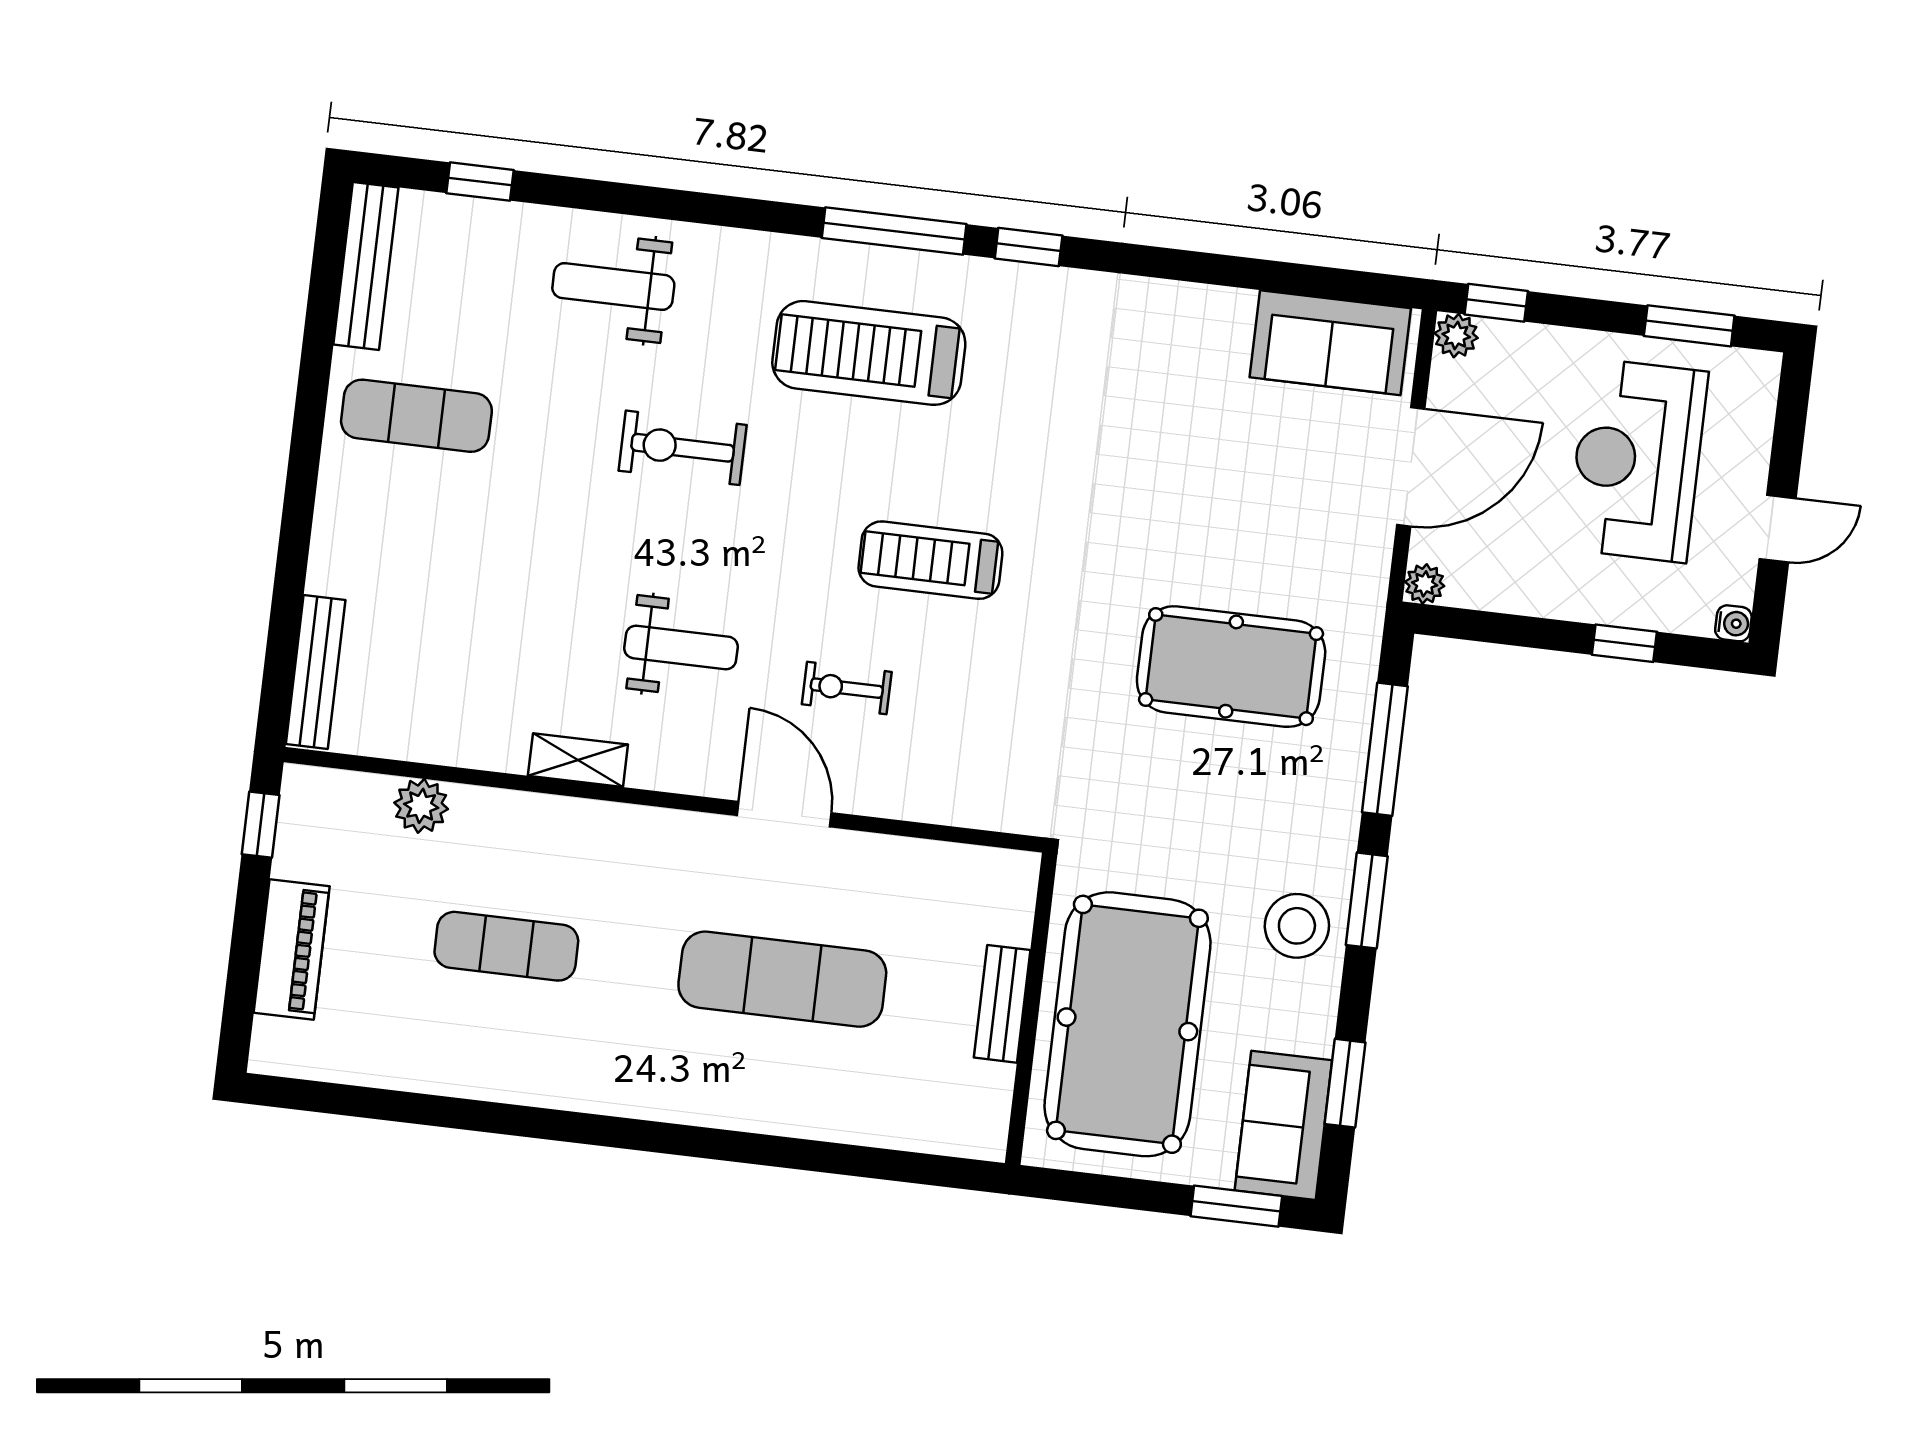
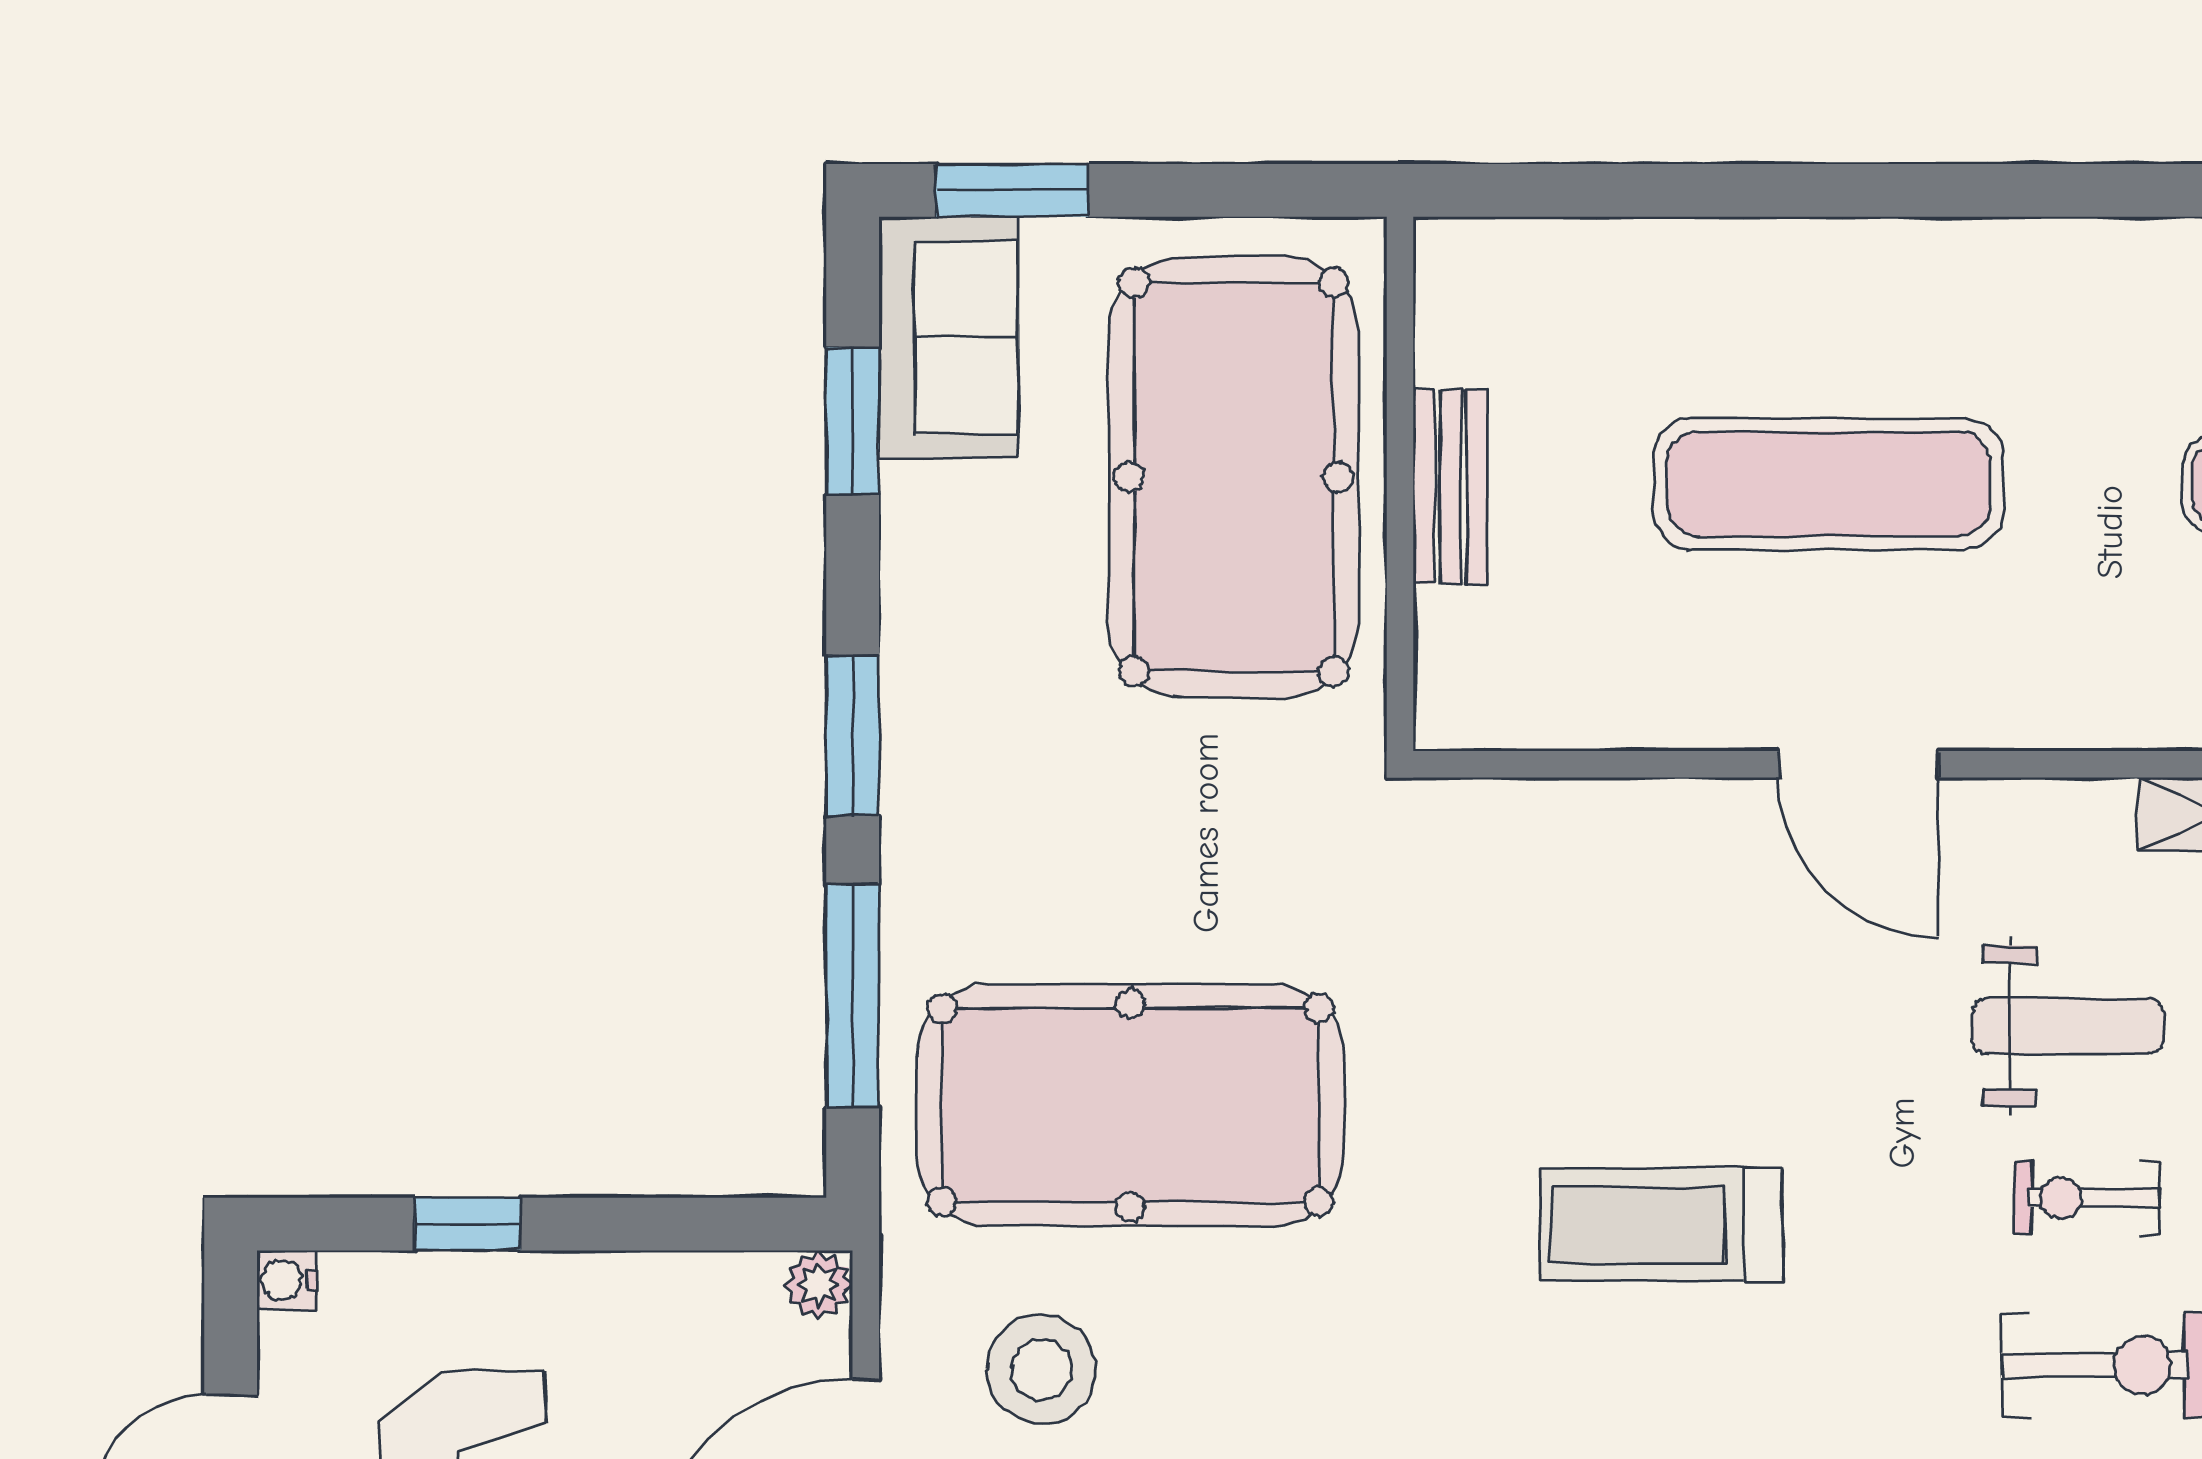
treadmill: (930, 560) -> (1662, 1225), turned 180
weight bench: (681, 647) -> (2067, 1026), turned 180
pool table: (1231, 667) -> (1130, 1105), width x1.36, depth x1.32
exercise bike: (847, 688) -> (2087, 1198), moved, turned 180
stool: (1297, 926) -> (1042, 1369), moved

